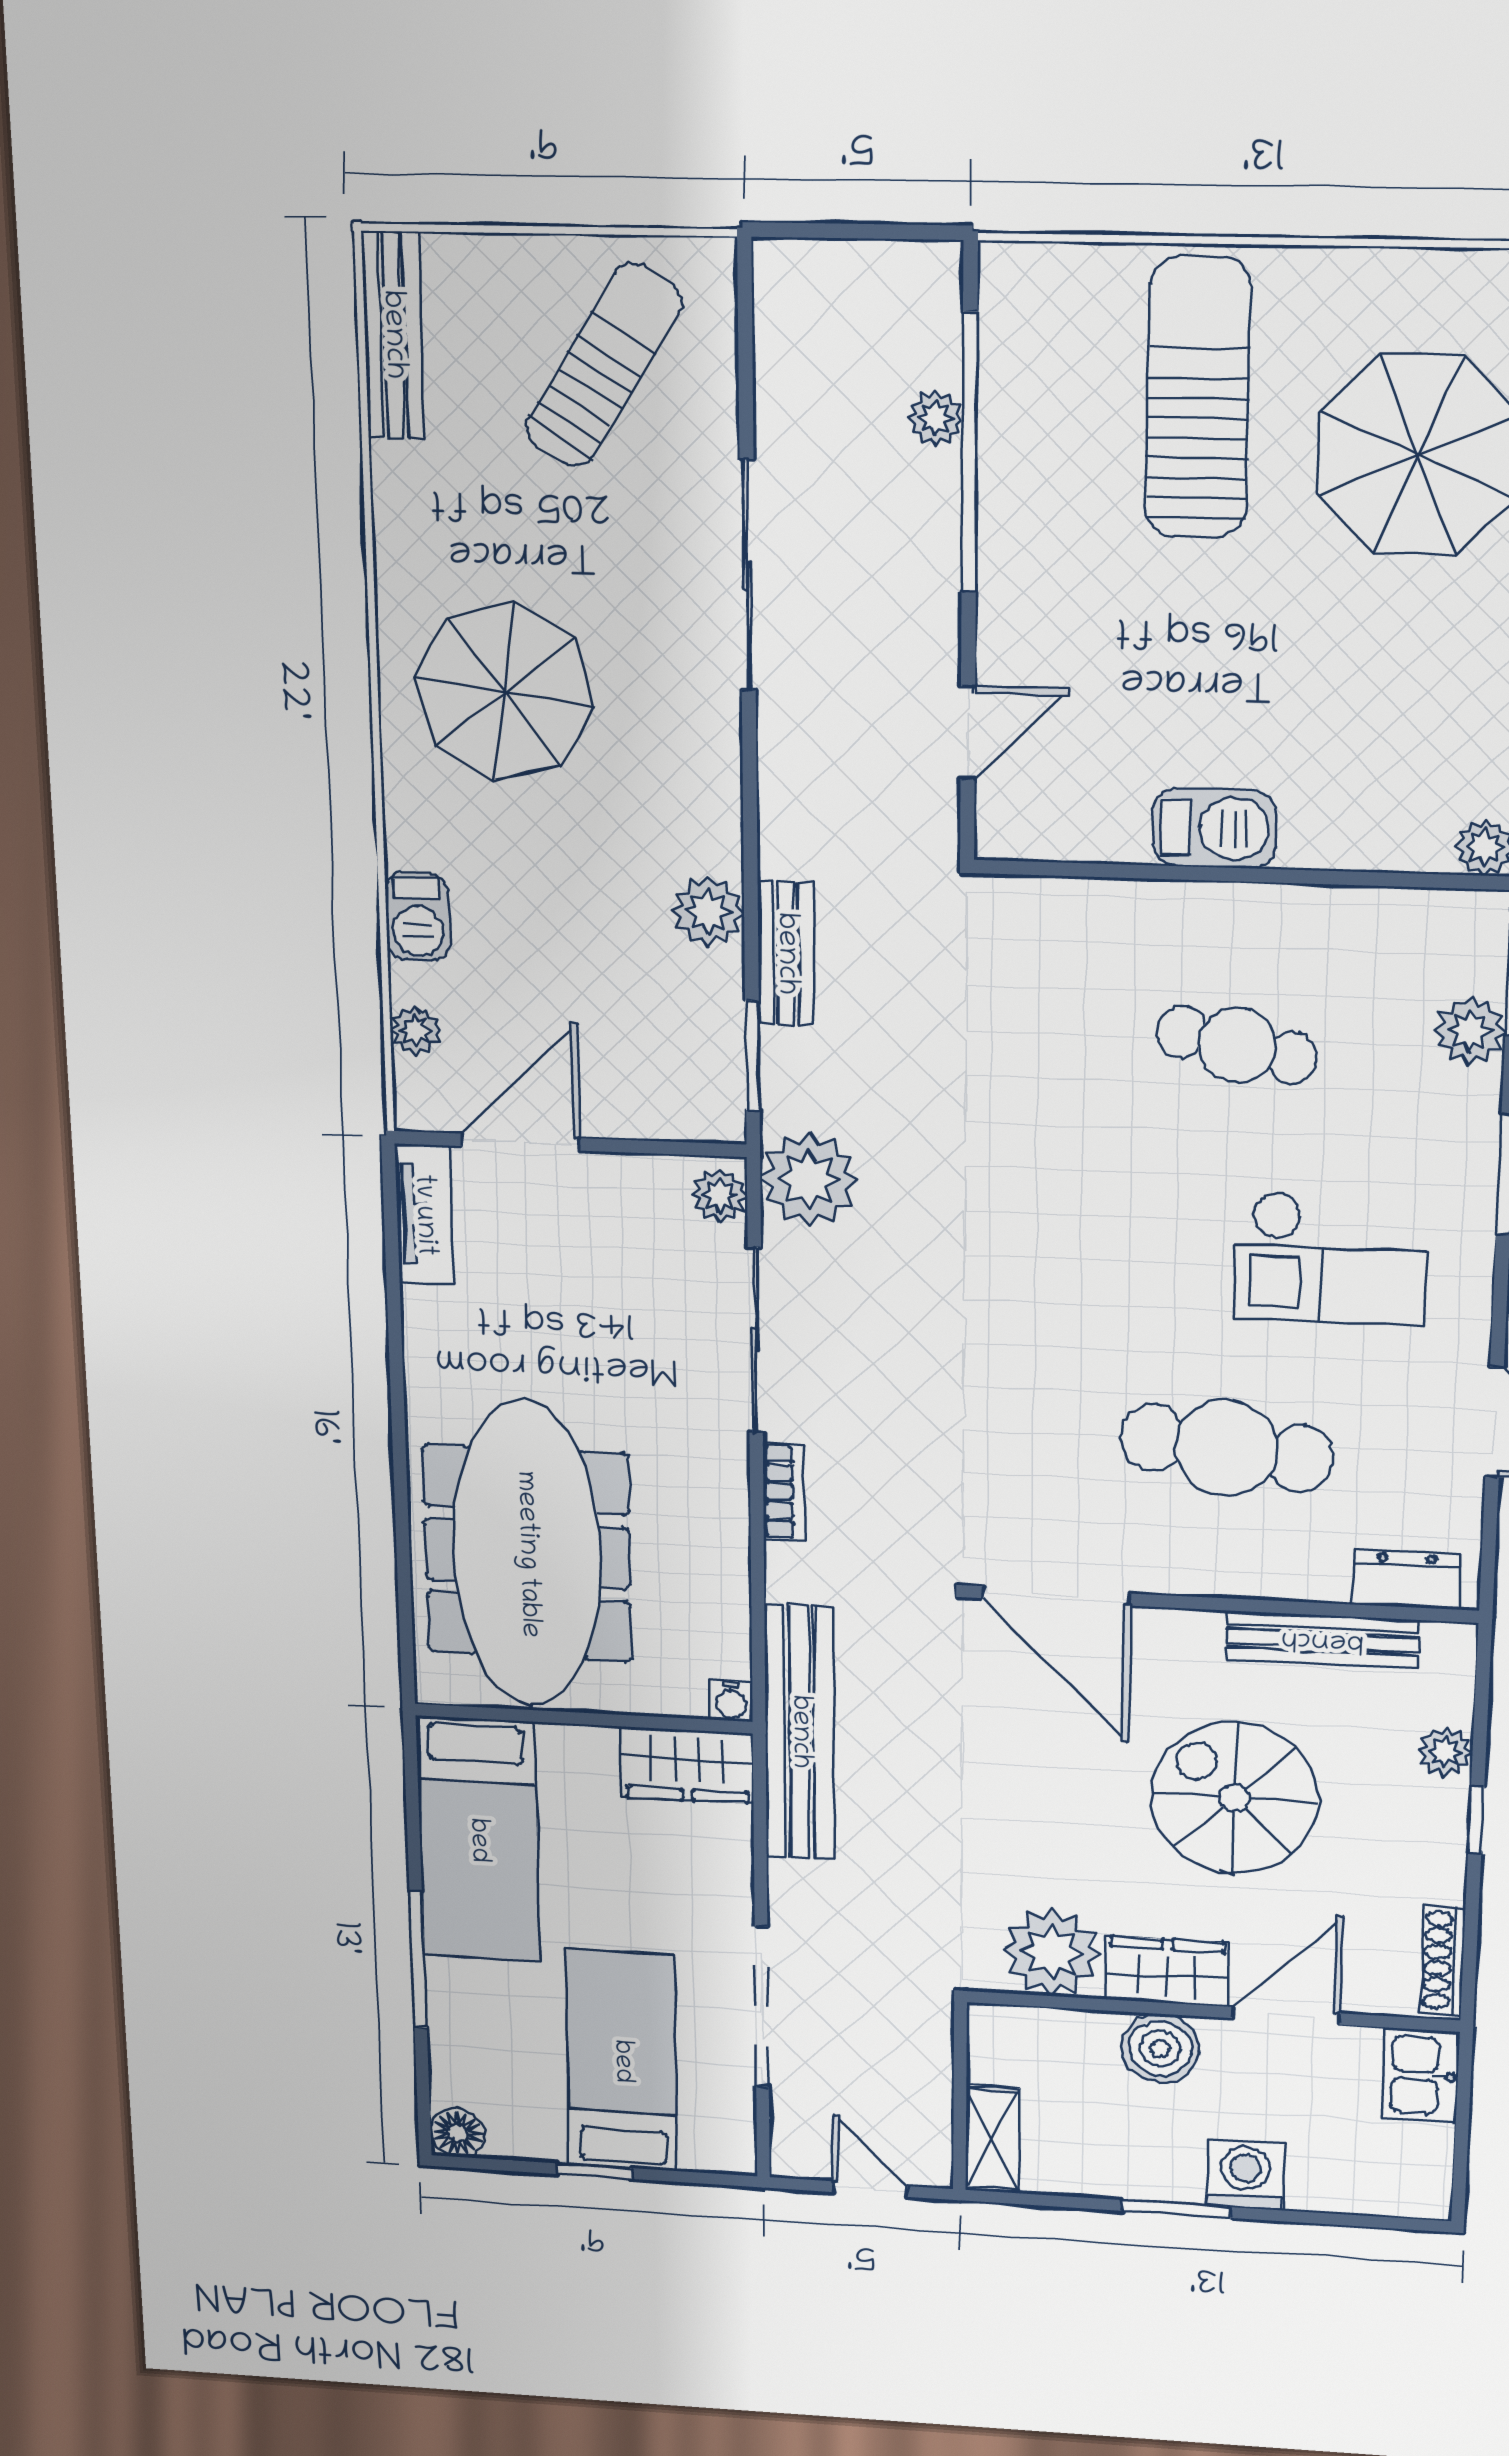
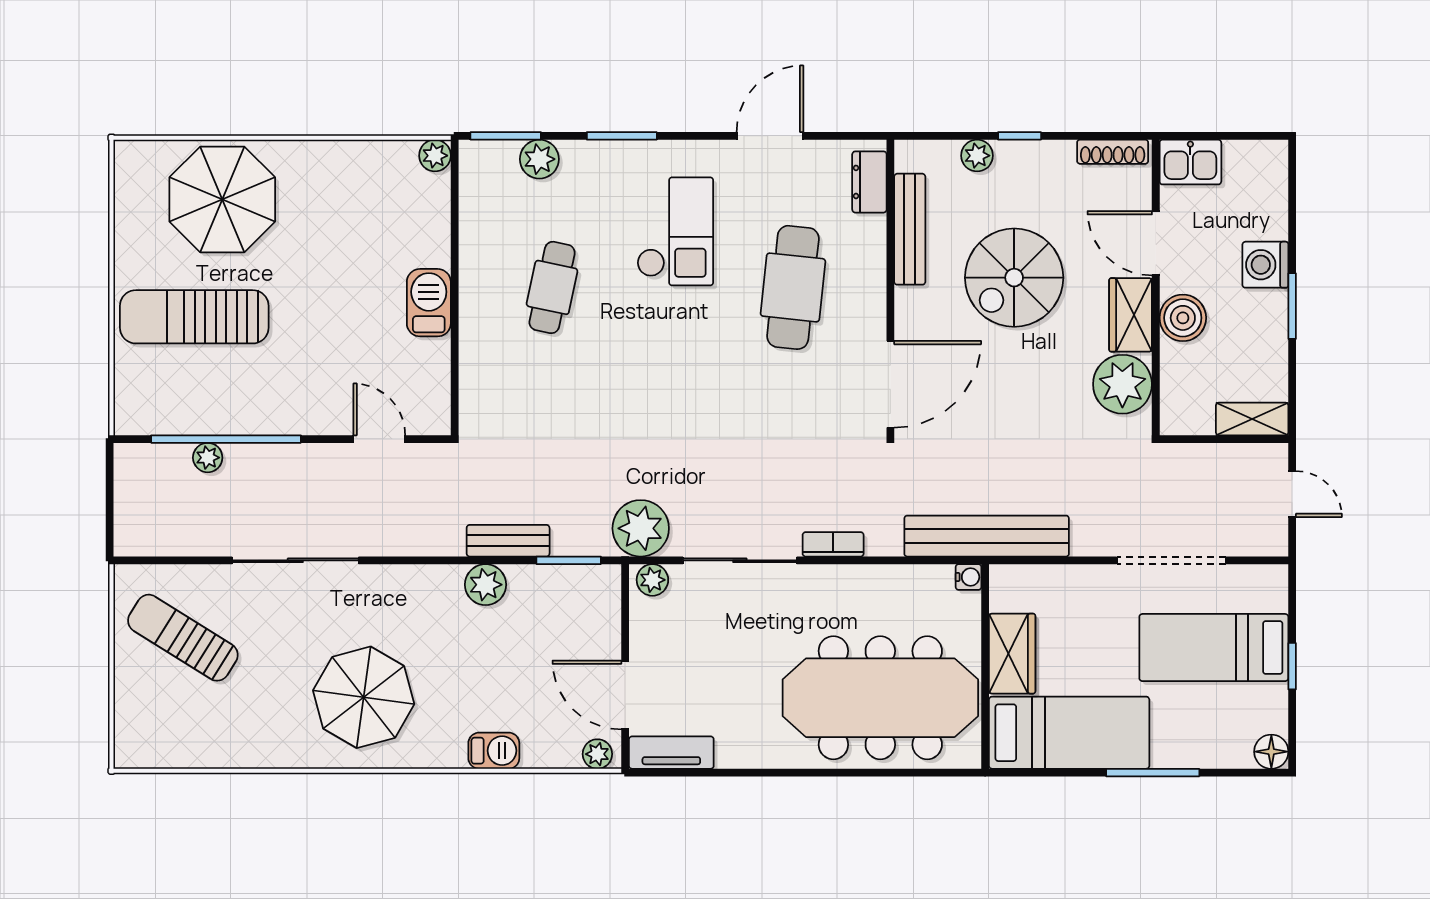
bench: (393, 335) -> (169, 753), removed
plant: (416, 1030) -> (597, 754), moved
wardrobe: (687, 1765) -> (1012, 654), moved
door: (870, 2189) -> (1292, 494), swing flipped

